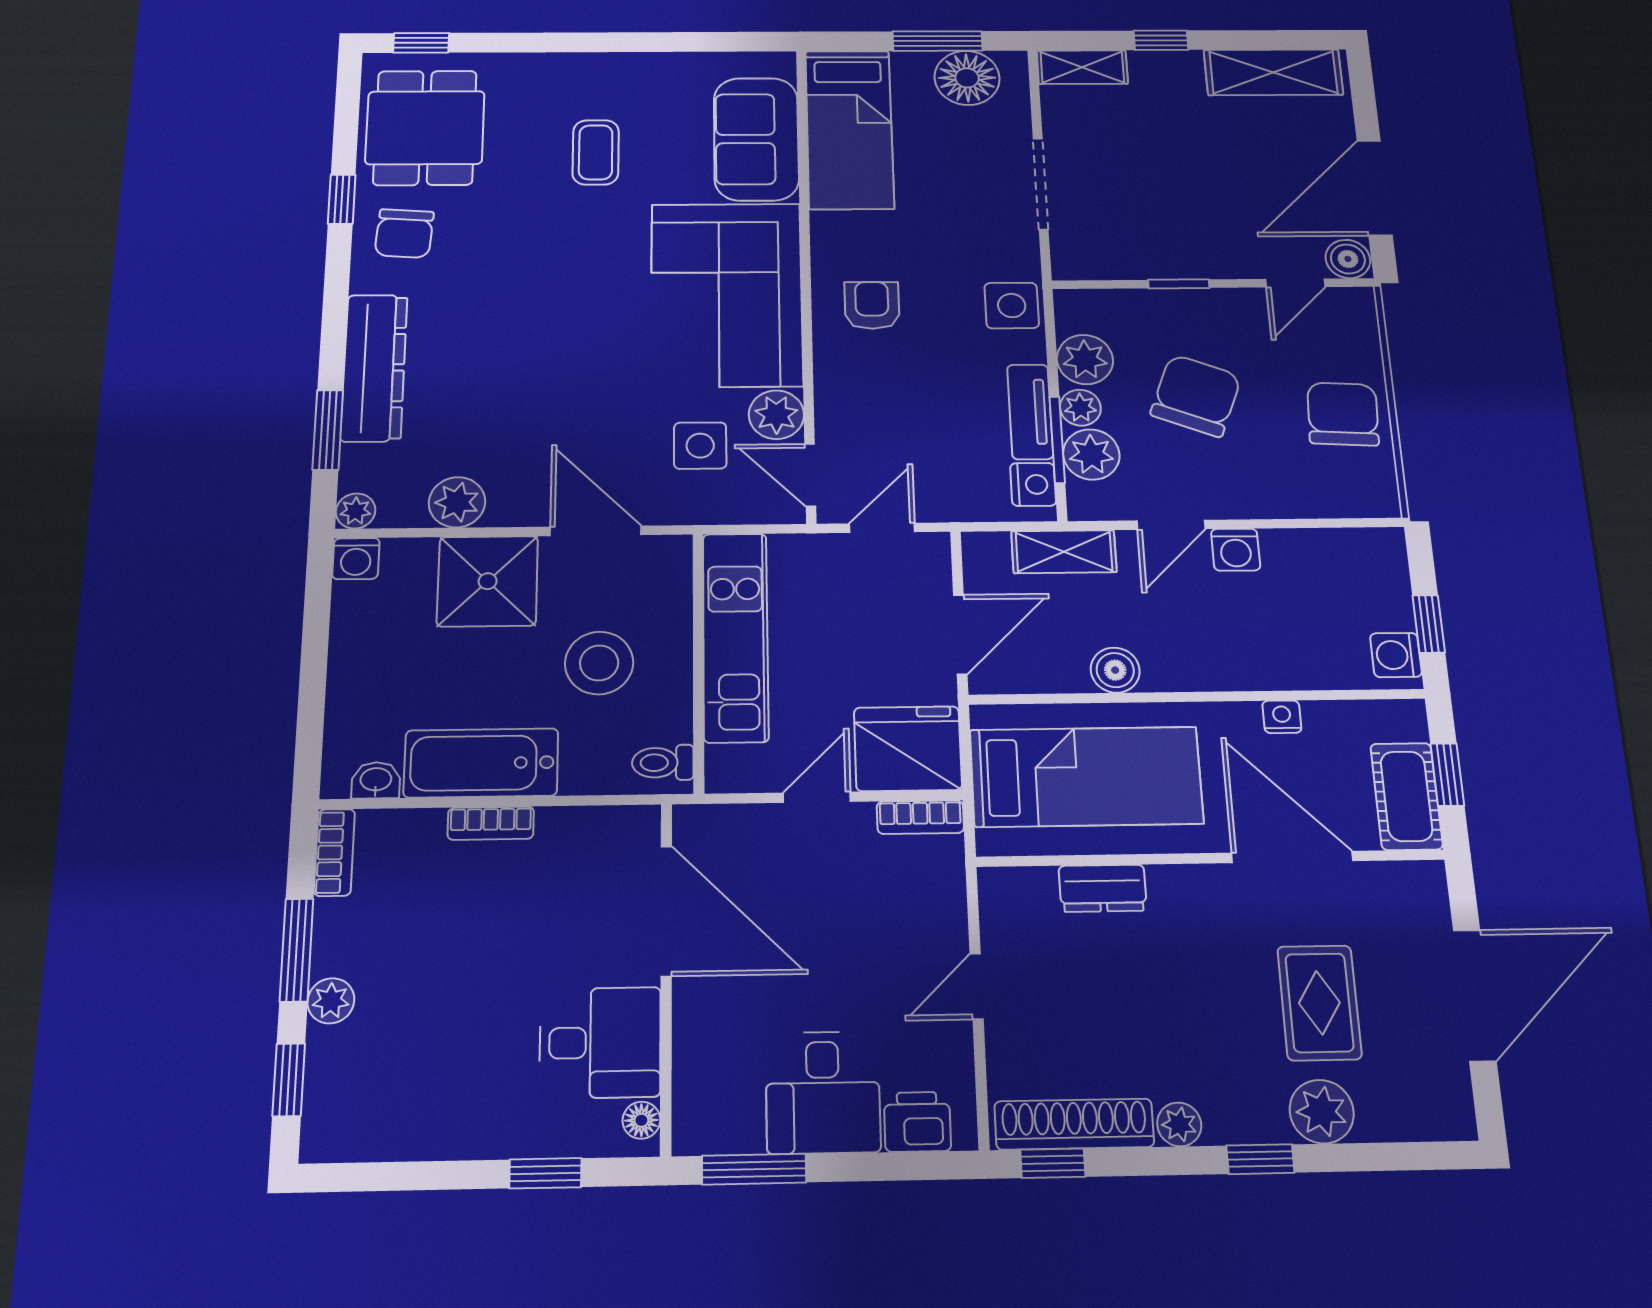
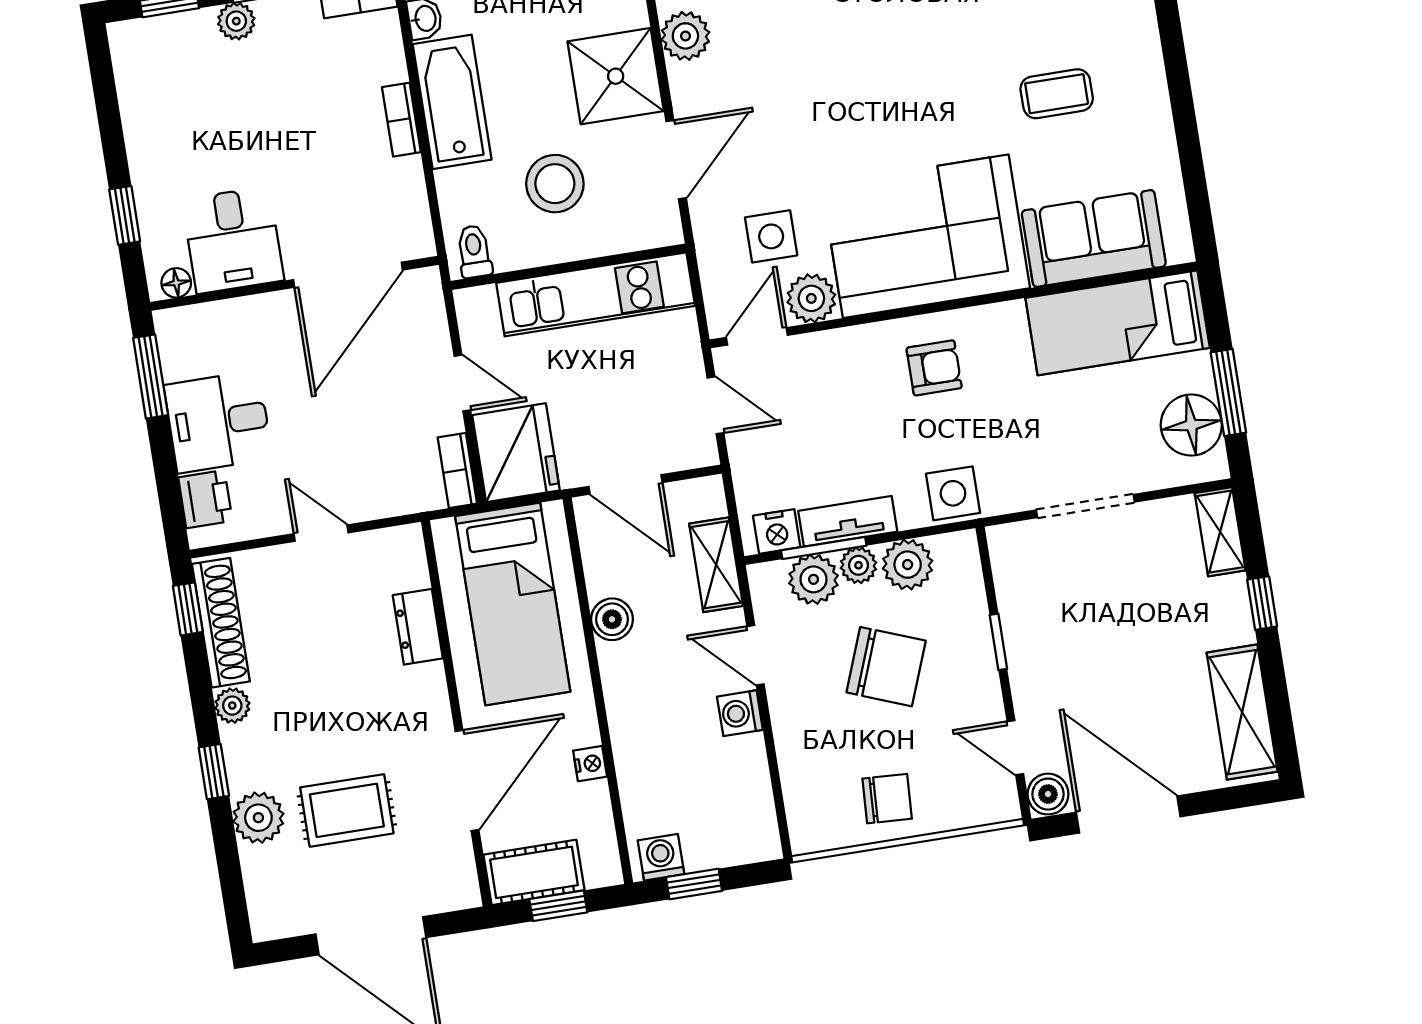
chair: (1343, 414) -> (887, 799), width x0.73, depth x0.73

